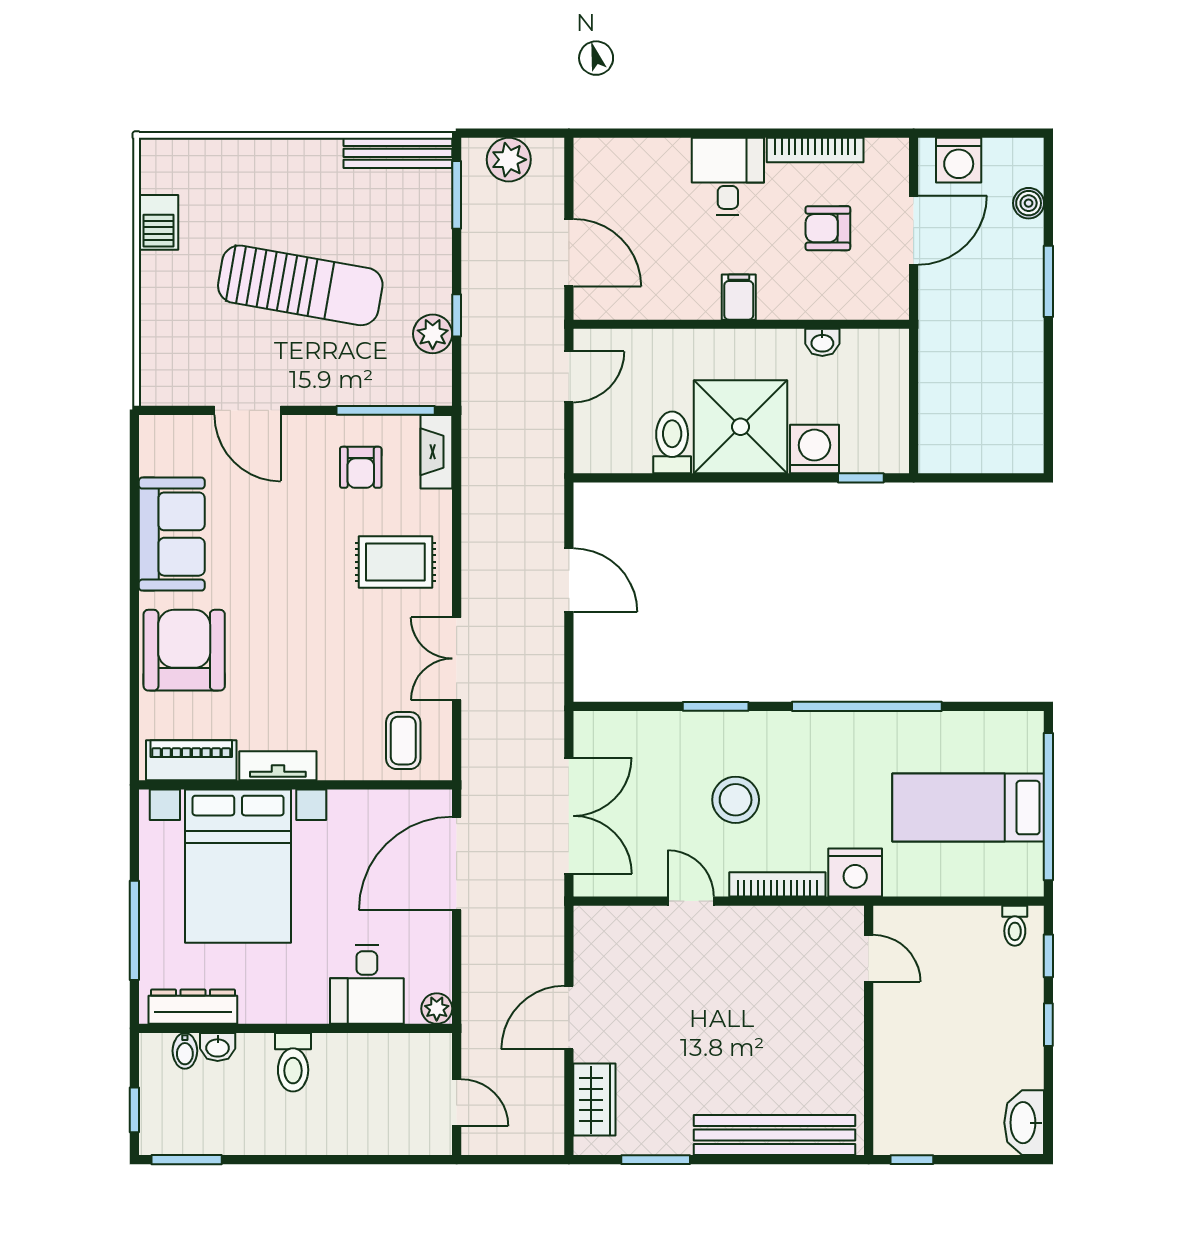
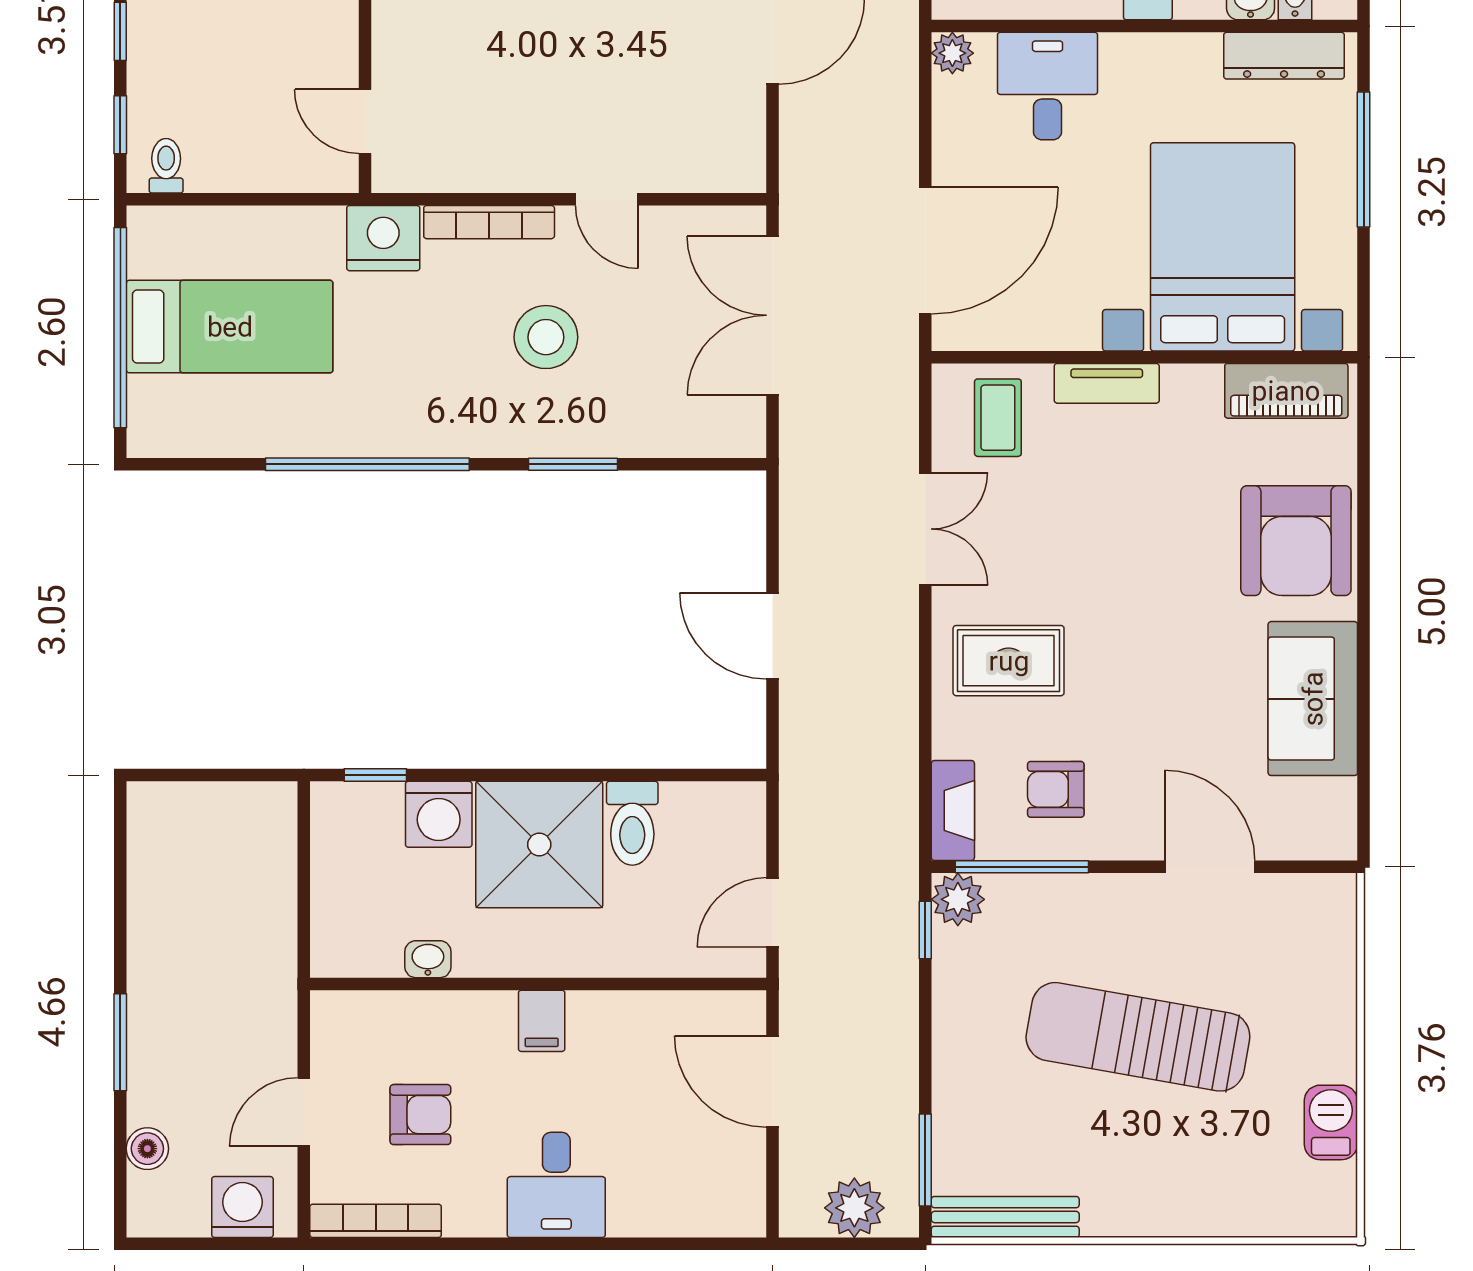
bookcase: (815, 150) -> (376, 1221), moved
door: (914, 230) -> (304, 1112), width x0.73
window: (457, 315) -> (925, 930), moved
plant: (433, 334) -> (958, 899), moved
armchair: (361, 467) -> (1056, 789), turned -90
tv unit: (278, 766) -> (1107, 383), moved

